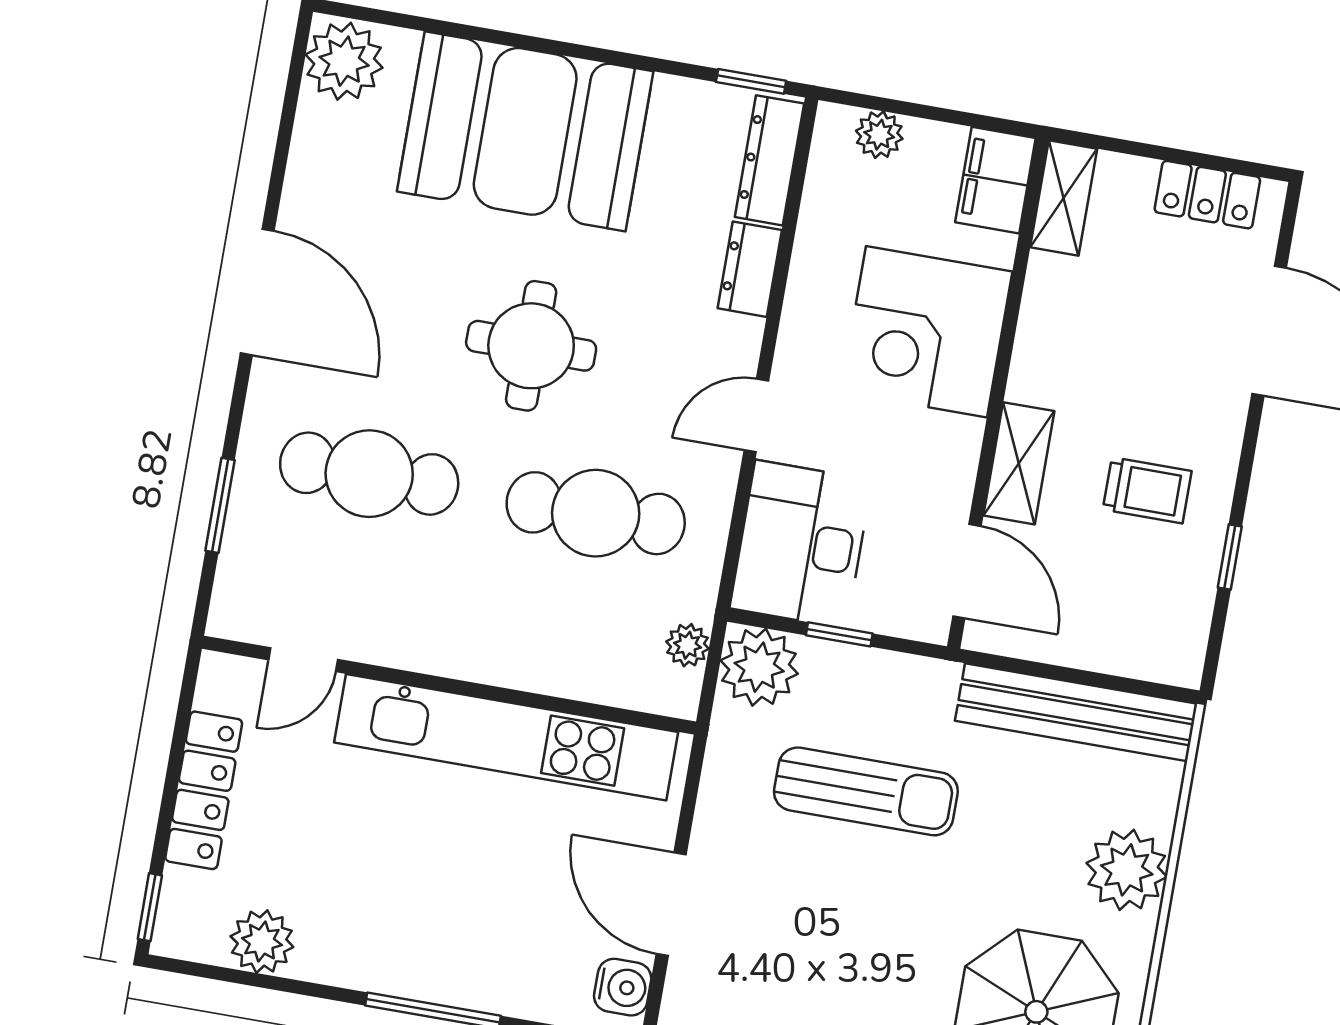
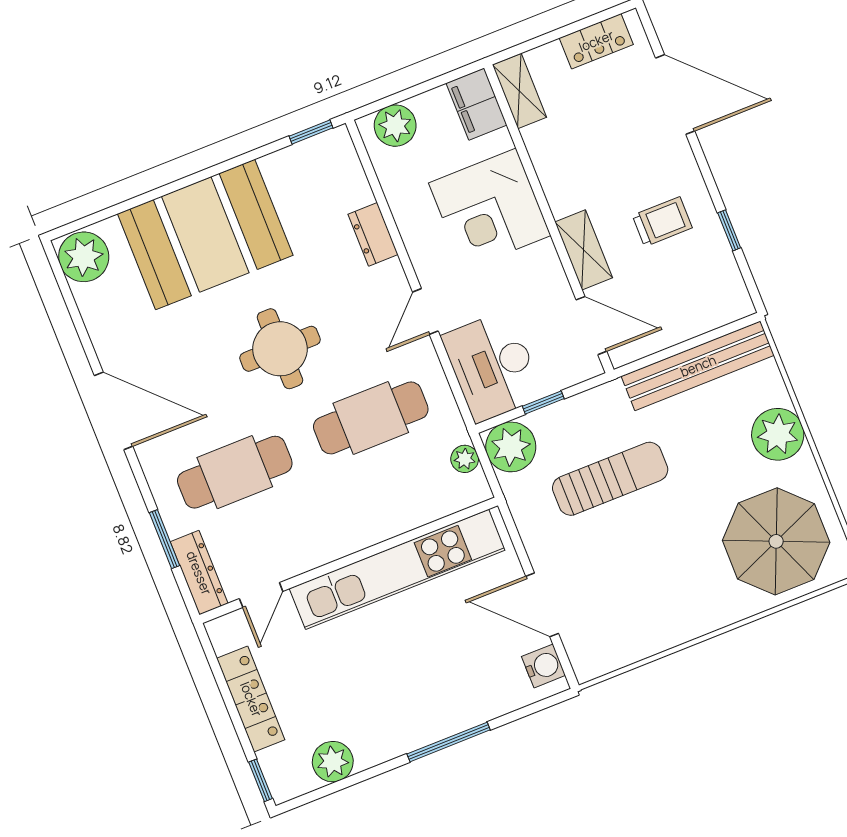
plant: (879, 135) -> (395, 126), width x1.38, depth x1.38
dresser: (769, 160) -> (199, 573), moved, turned 180

